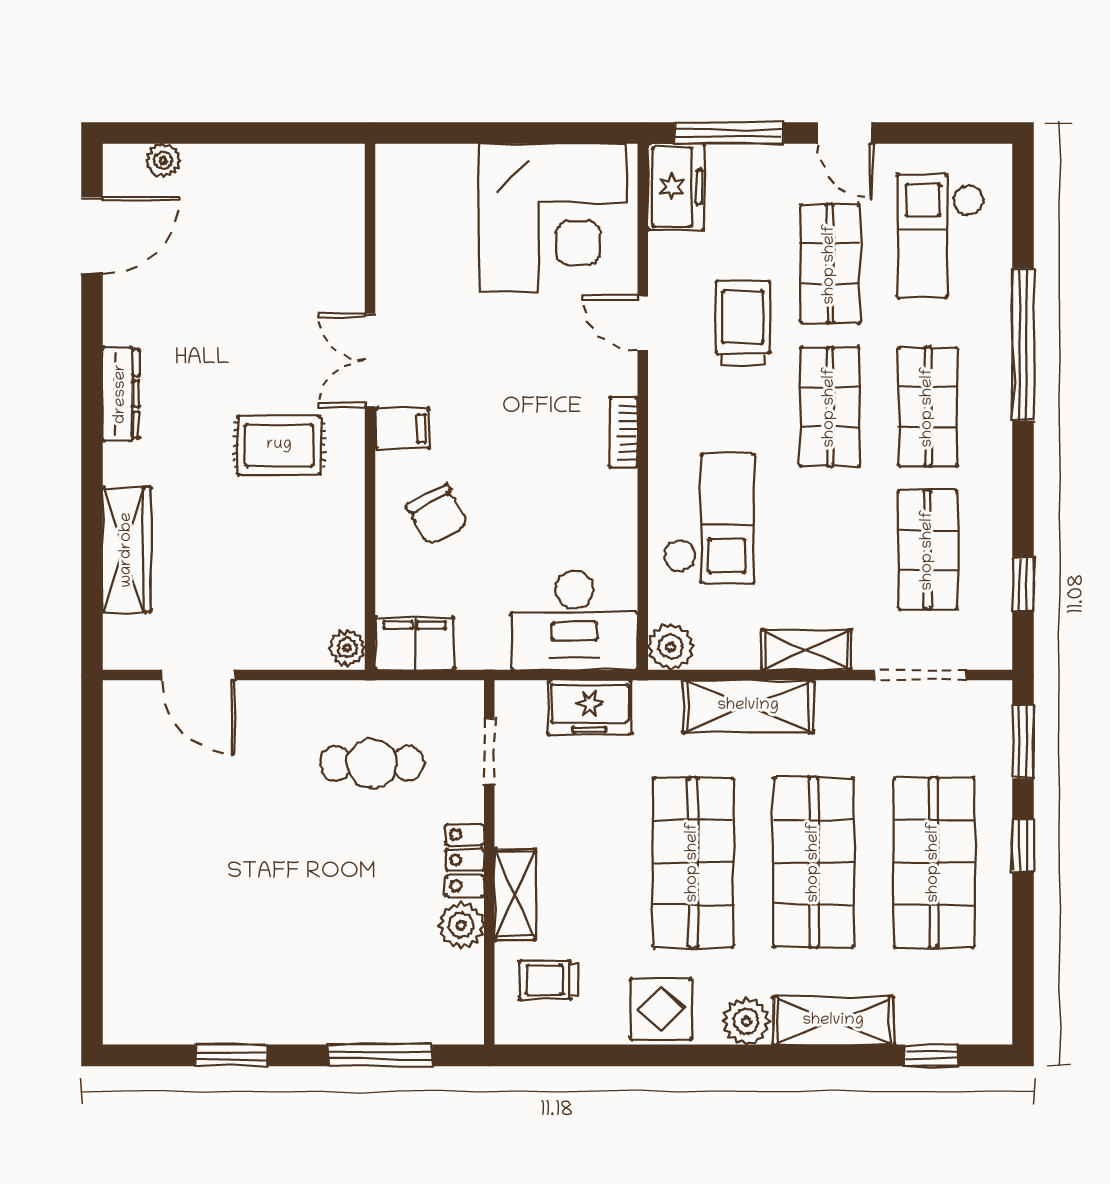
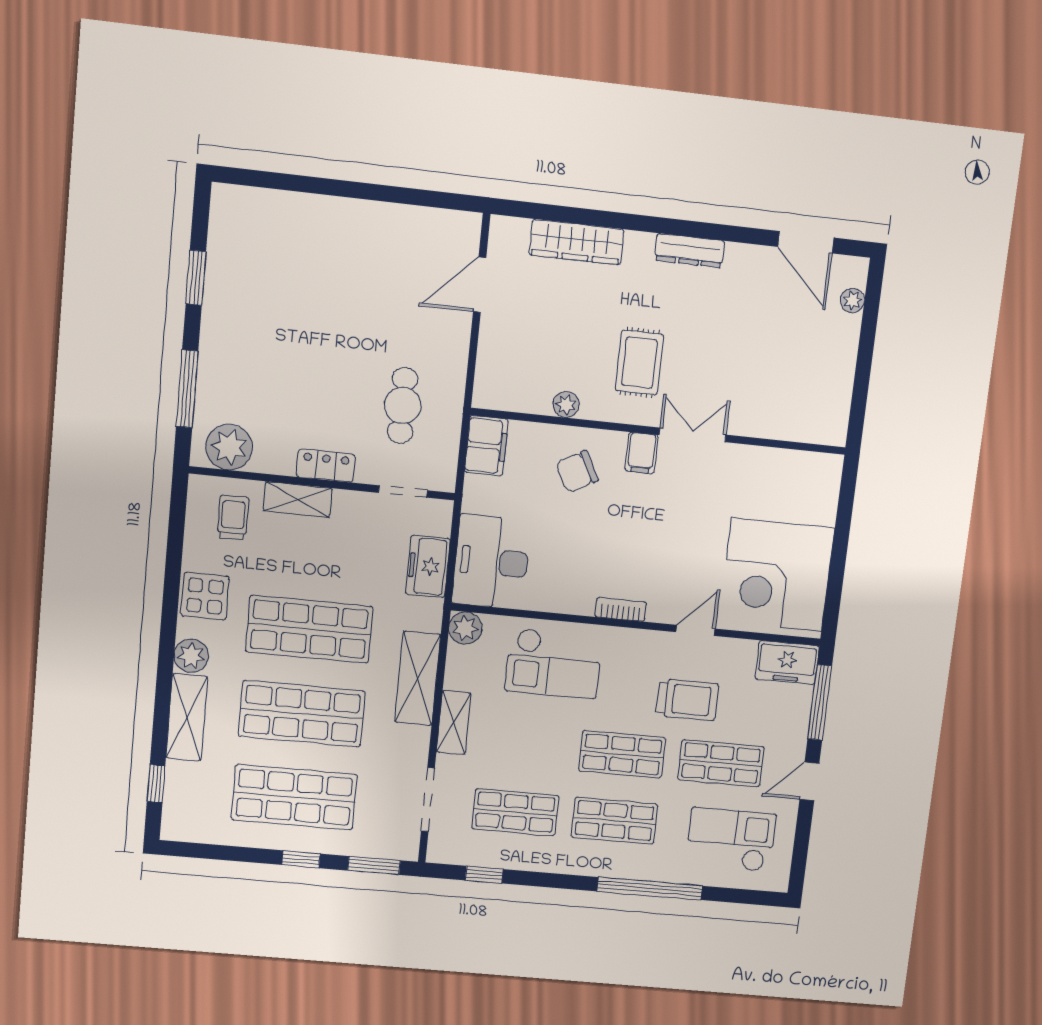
plant: (347, 648) -> (566, 405), moved
plant: (461, 925) -> (229, 447), moved, width x1.36, depth x1.36

